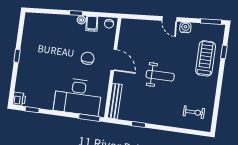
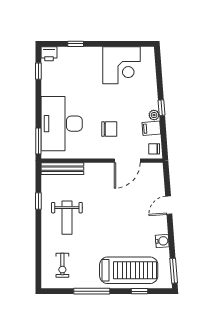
door: (169, 19) -> (169, 205), moved
corner desk: (37, 41) -> (122, 65), added
window: (17, 56) -> (76, 44), moved
treadmill: (206, 58) -> (129, 270), width x1.37, depth x1.38
door: (114, 60) -> (127, 161), moved
weight bench: (160, 76) -> (67, 218), moved
window: (218, 91) -> (92, 291), added

